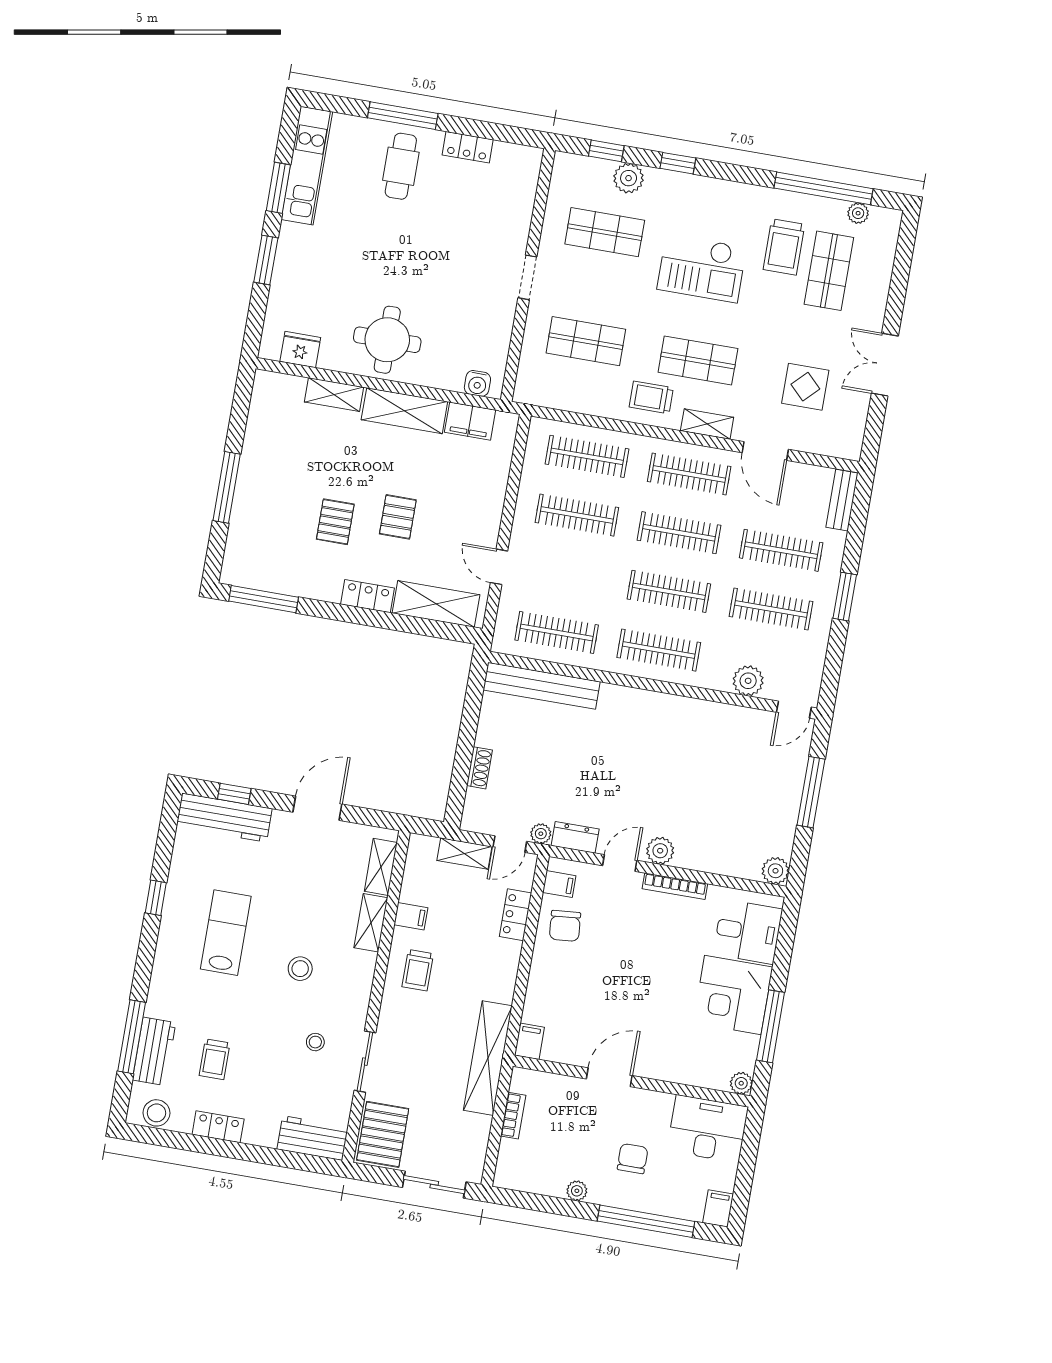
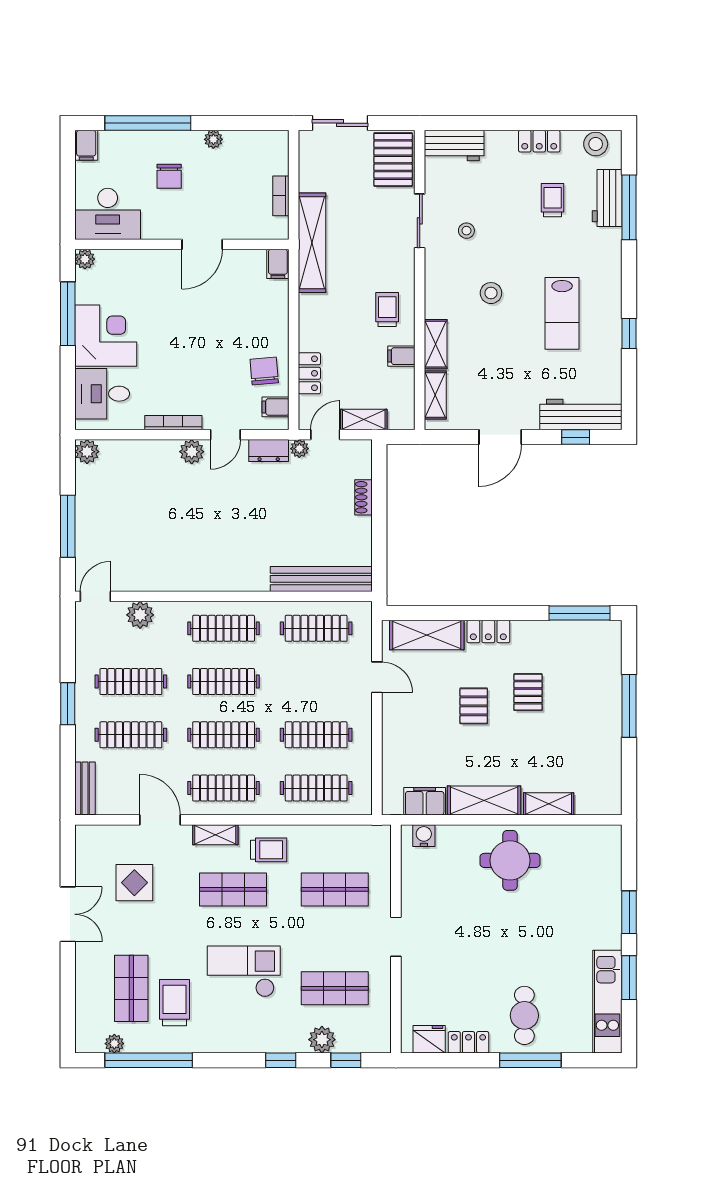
fridge: (300, 350) -> (429, 1039), moved, turned 180

